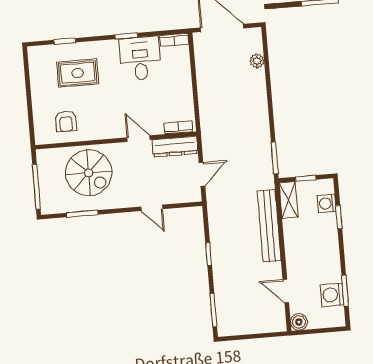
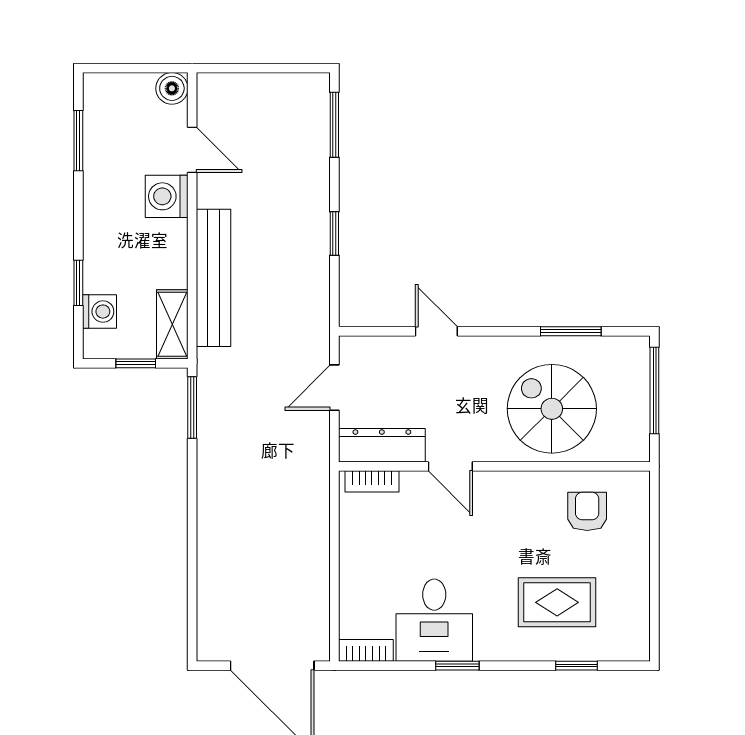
plant: (257, 61) -> (211, 597), removed
washing machine: (332, 295) -> (167, 196), moved, turned 180

